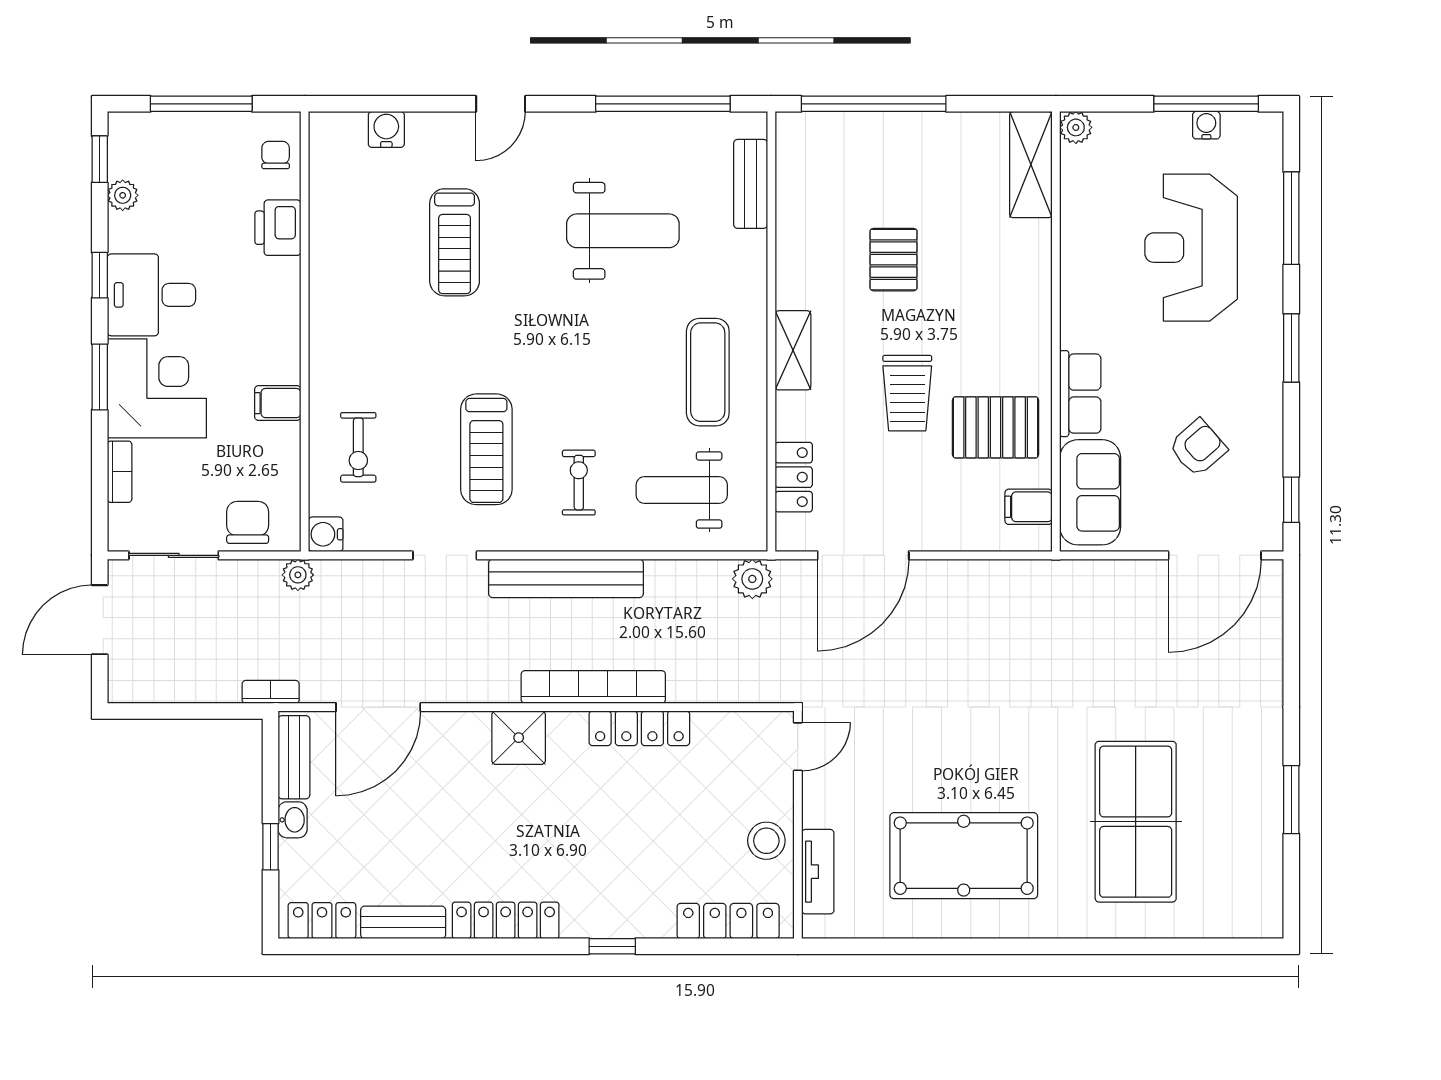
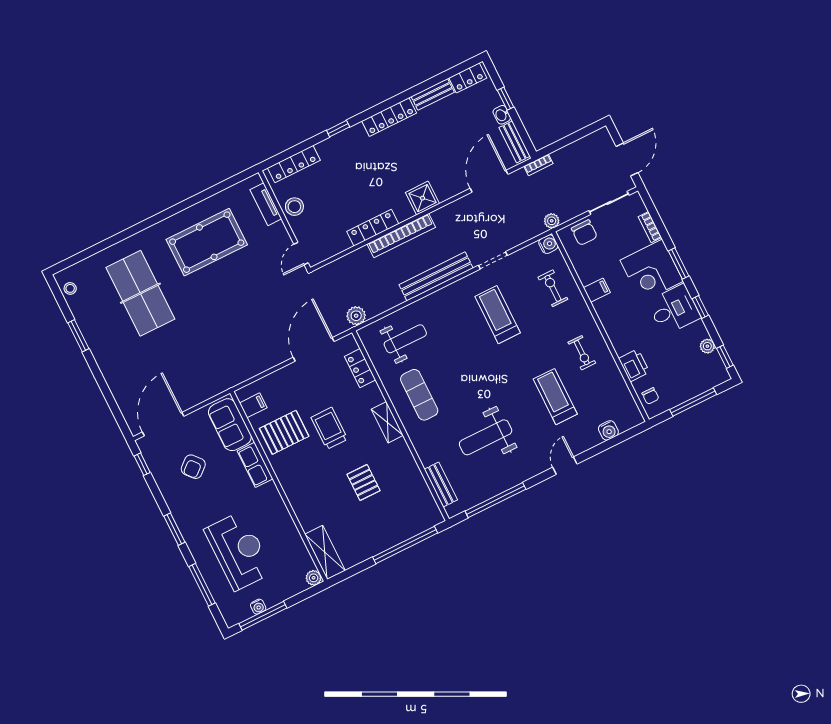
exercise bike: (579, 483) -> (582, 353), moved
stool: (1263, 896) -> (70, 288), added

